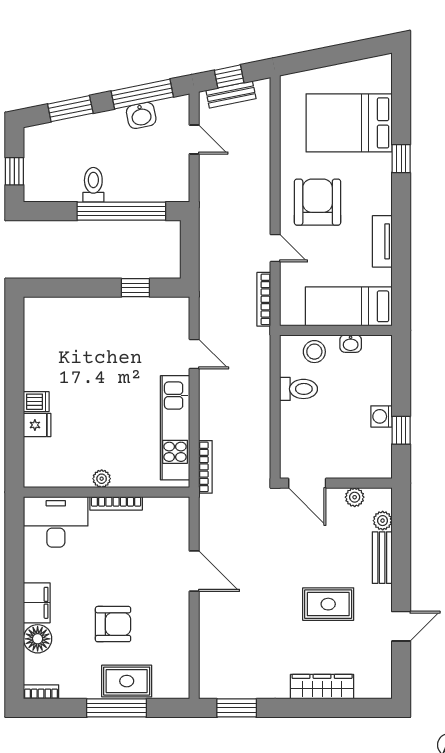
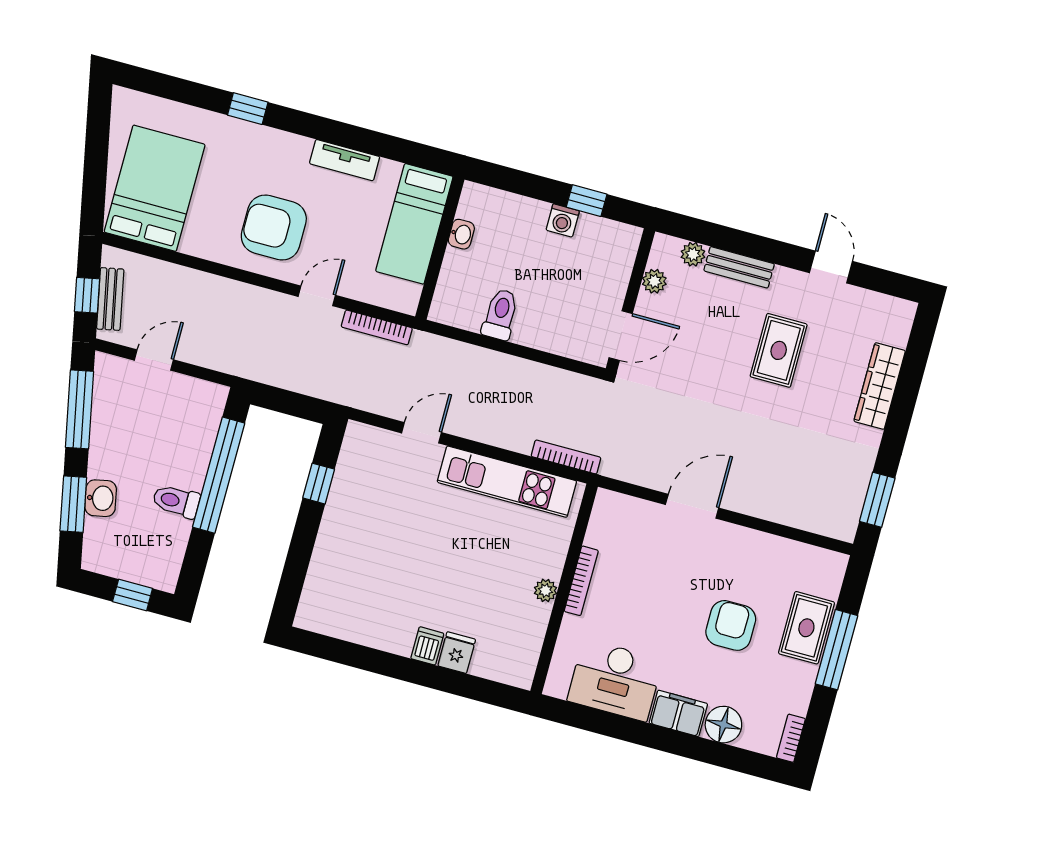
washbasin: (141, 115) -> (101, 498), moved
bed: (349, 123) -> (155, 188), moved, turned 180
stool: (314, 352) -> (459, 282), removed
desk: (56, 522) -> (615, 680), moved, turned -90

